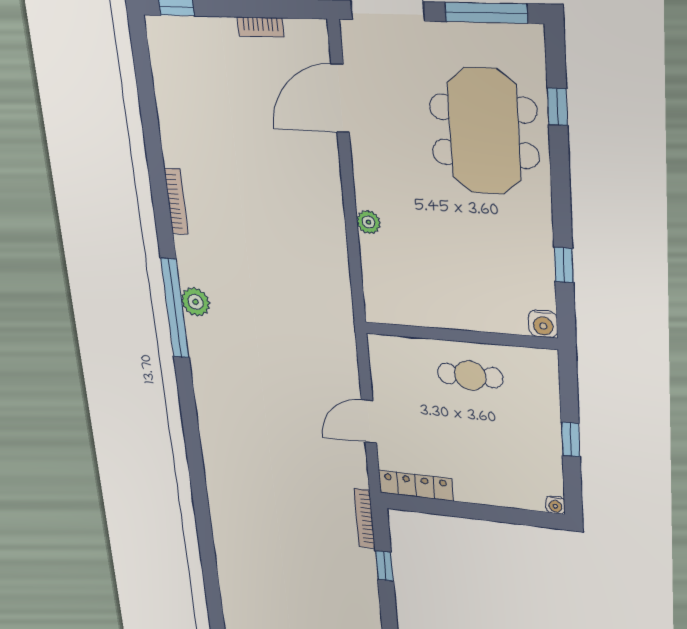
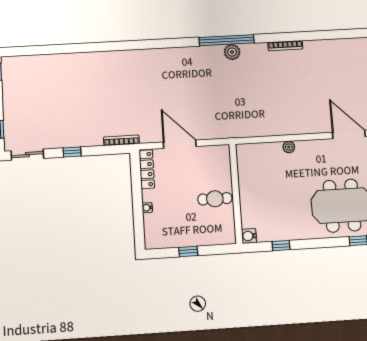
cafe table: (470, 376) -> (215, 199), turned 90
door: (369, 421) -> (180, 144), width x1.36
water cooler: (555, 505) -> (147, 208), moved
window: (384, 566) -> (72, 152), moved

